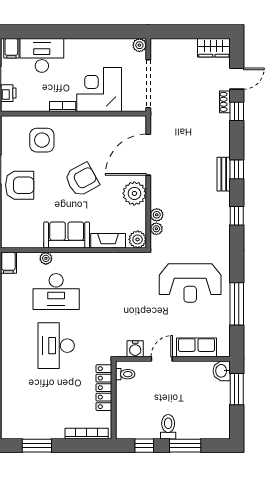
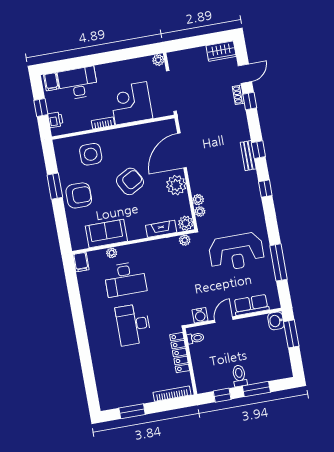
sofa: (67, 235) -> (106, 234), moved
plant: (133, 259) -> (185, 240), added

